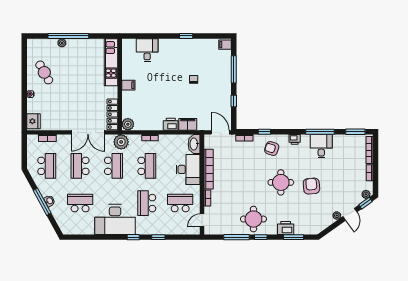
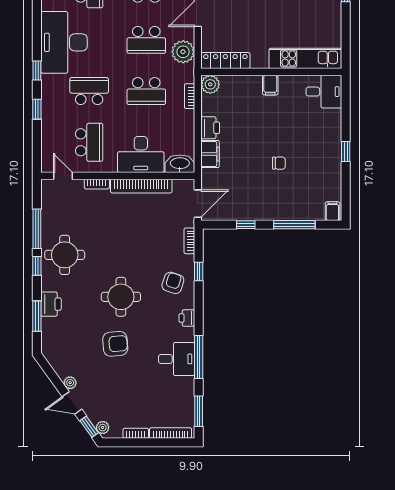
kitchen unit: (111, 62) -> (305, 58), moved
wall: (120, 84) -> (271, 72), moved
filing cabinet: (128, 85) -> (270, 85), moved
locker: (112, 114) -> (225, 61), moved
plant: (128, 124) -> (210, 84), moved

